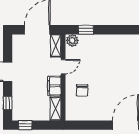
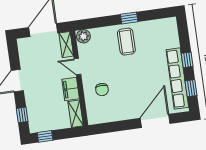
window: (86, 30) -> (129, 18), moved
coffee table: (110, 51) -> (126, 42), added
door: (63, 67) -> (77, 67), swing flipped

